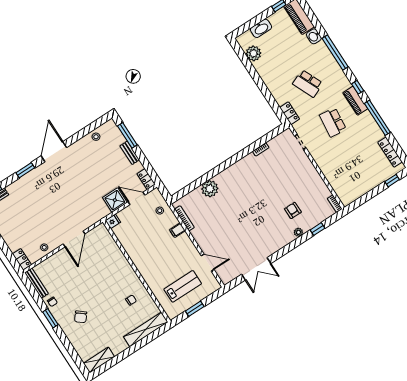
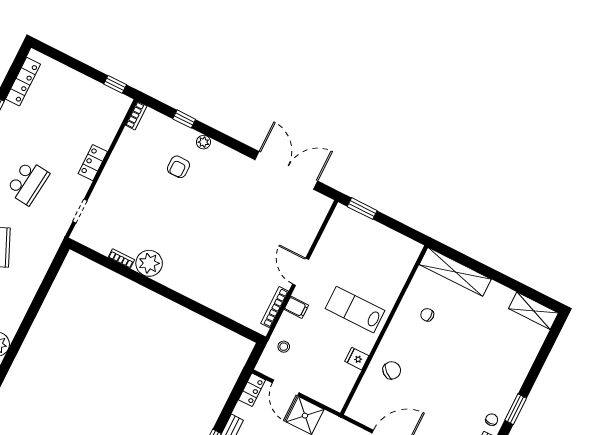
locker: (290, 113) -> (93, 163), moved
window: (392, 181) -> (115, 84), moved
plant: (210, 189) -> (149, 263), moved
fridge: (113, 221) -> (357, 359), moved
door: (208, 263) -> (301, 272), moved
double door: (256, 269) -> (286, 170), width x1.36
lab bench: (183, 286) -> (355, 310), moved
window: (195, 309) -> (362, 209), moved
chair: (81, 317) -> (392, 370), moved

